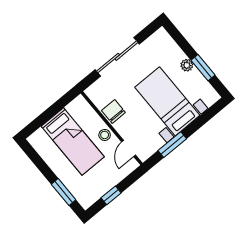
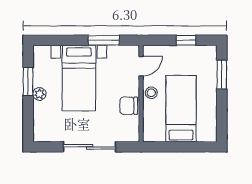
chair: (113, 111) -> (129, 106), turned 90

